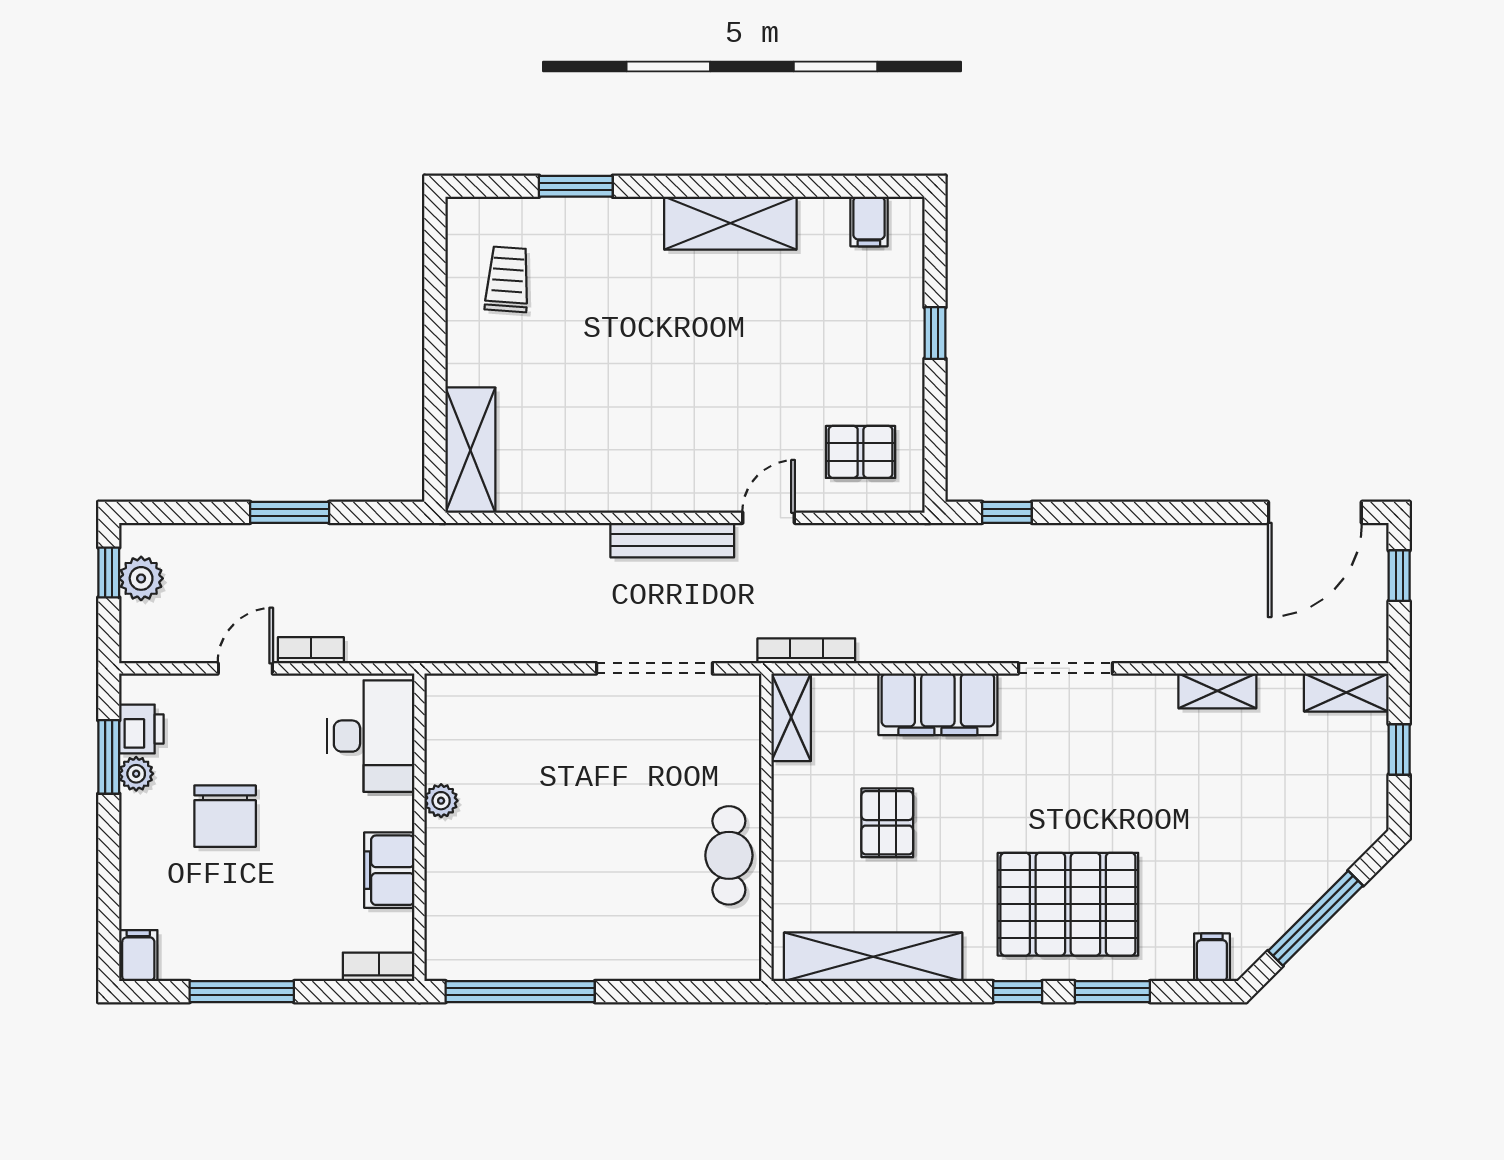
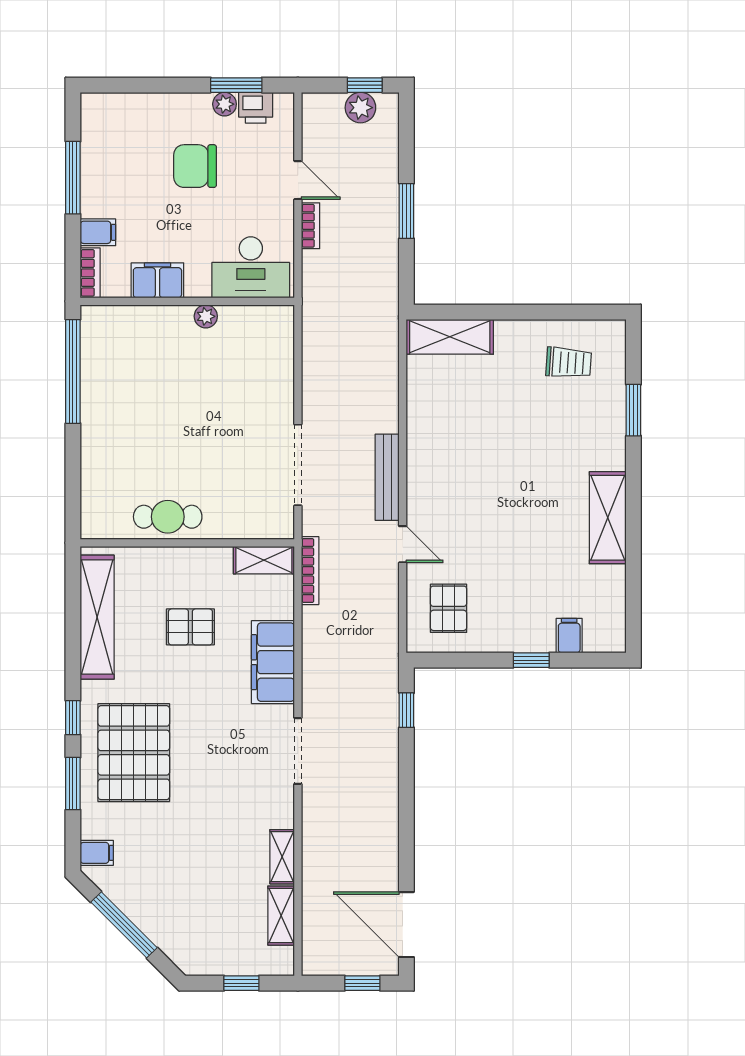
filing cabinet: (869, 221) -> (569, 636), moved, turned 90
shelving: (1346, 692) -> (281, 916), moved
filing cabinet: (138, 956) -> (98, 232), moved

